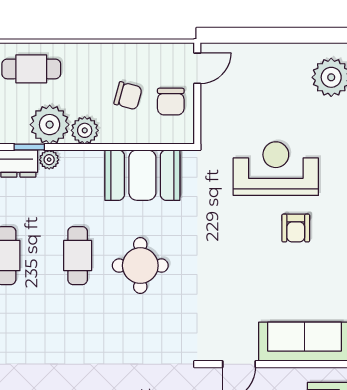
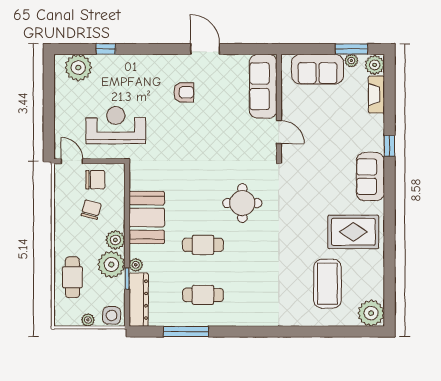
reception desk: (276, 169) -> (116, 125), moved, turned 90
booth: (142, 175) -> (147, 217), moved
round table: (140, 266) -> (242, 203), moved

